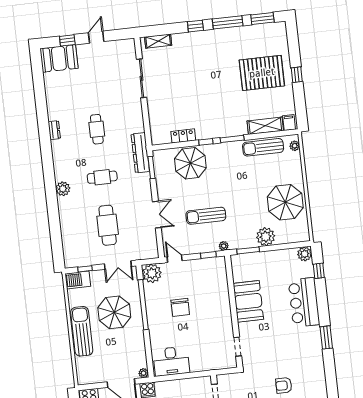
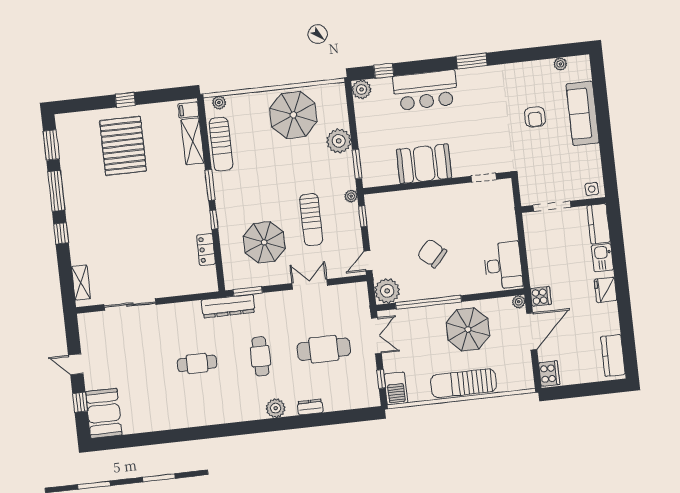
dresser: (54, 130) -> (310, 407), moved
parasol: (190, 163) -> (264, 242), moved
chair: (180, 307) -> (432, 253), turned -138
parasol: (114, 312) -> (468, 329), moved

